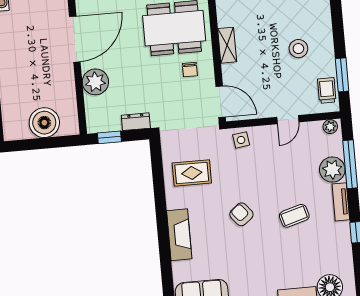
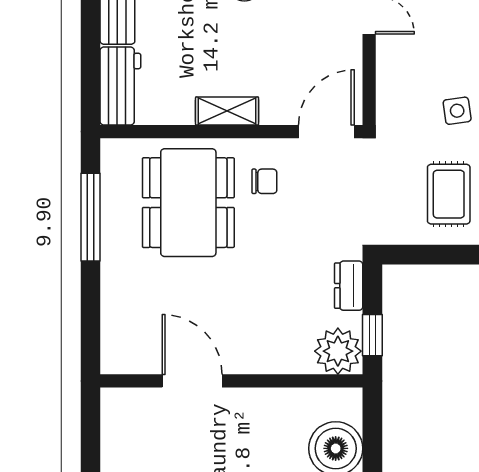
door: (75, 39) -> (192, 381), width x0.73
plant: (95, 82) -> (338, 351), moved
side table: (241, 140) -> (457, 111), moved

